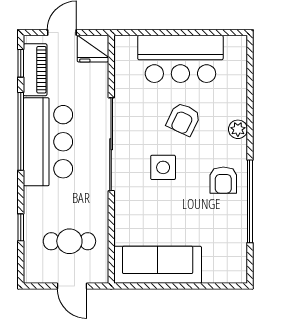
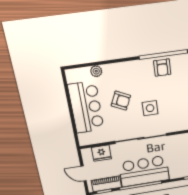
fridge: (93, 49) -> (101, 153), moved, turned 90
plant: (238, 129) -> (96, 71), moved
armchair: (223, 180) -> (162, 68), moved, turned 90

